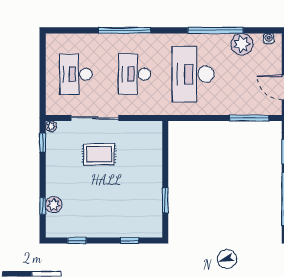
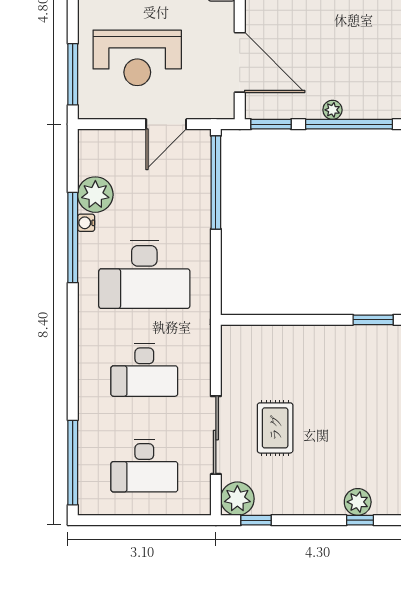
window: (125, 30) -> (73, 463), moved
water cooler: (269, 39) -> (86, 223), moved
window: (249, 118) -> (216, 182), width x1.46
plant: (51, 126) -> (237, 499), width x1.88, depth x1.88
window: (165, 200) -> (373, 320), moved

